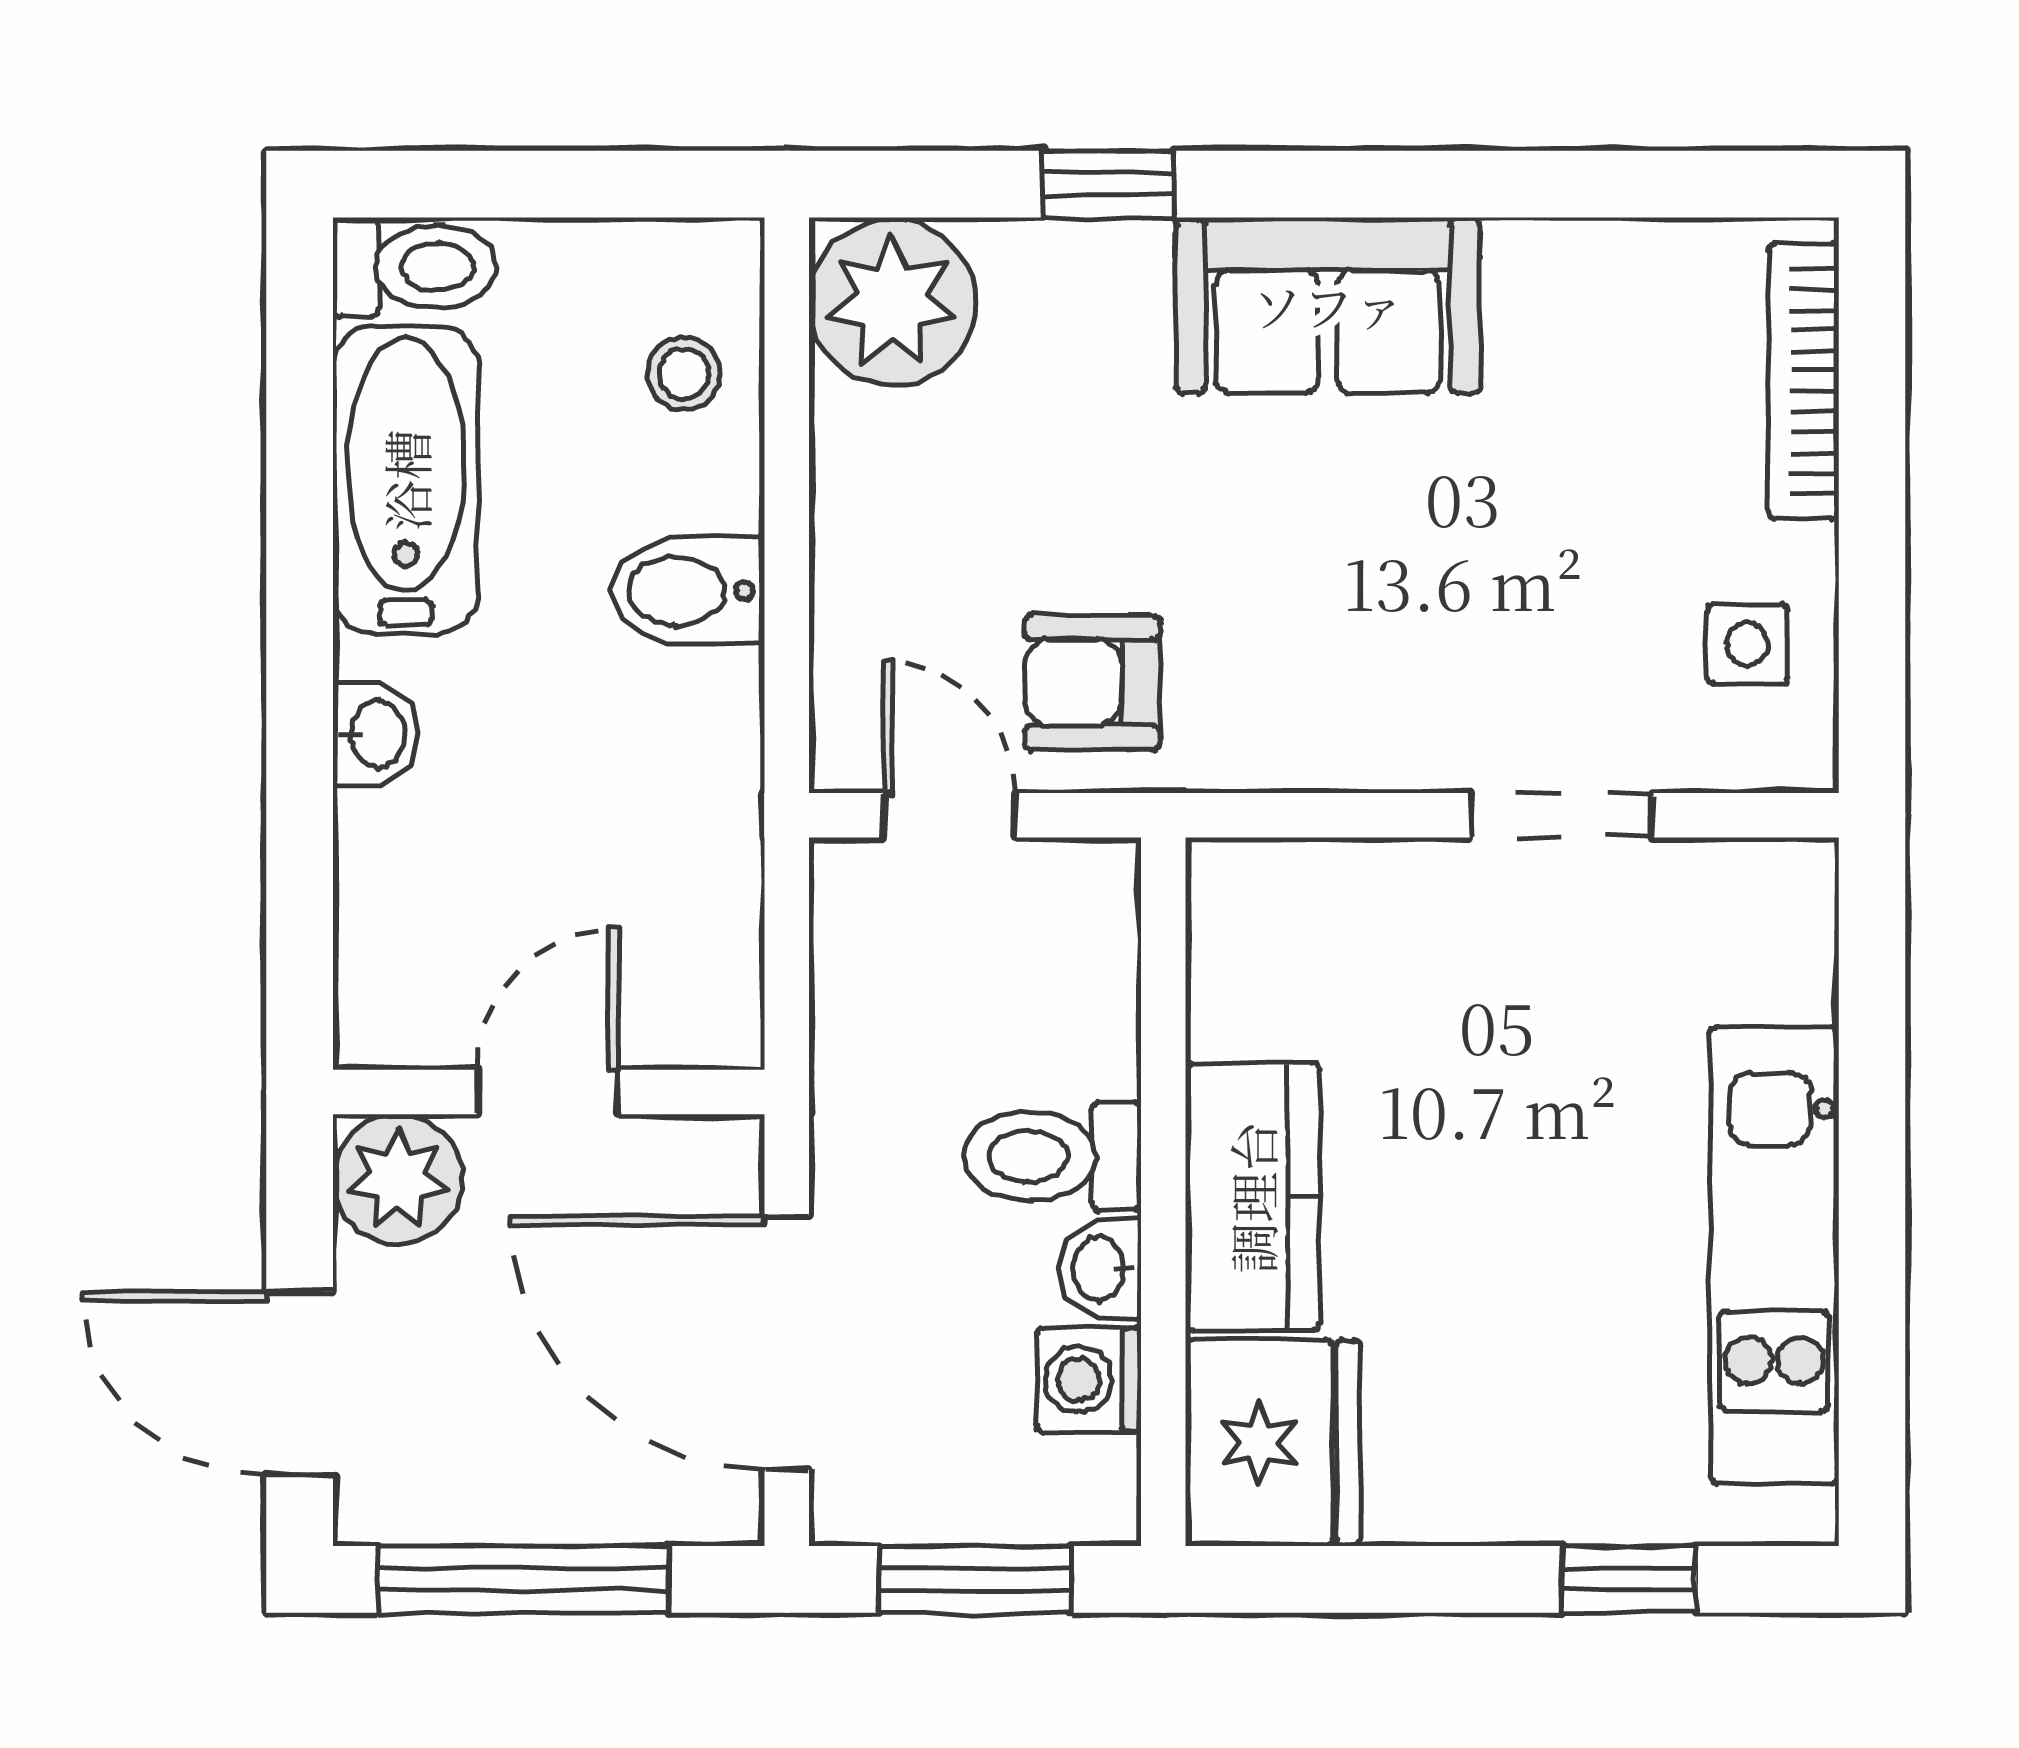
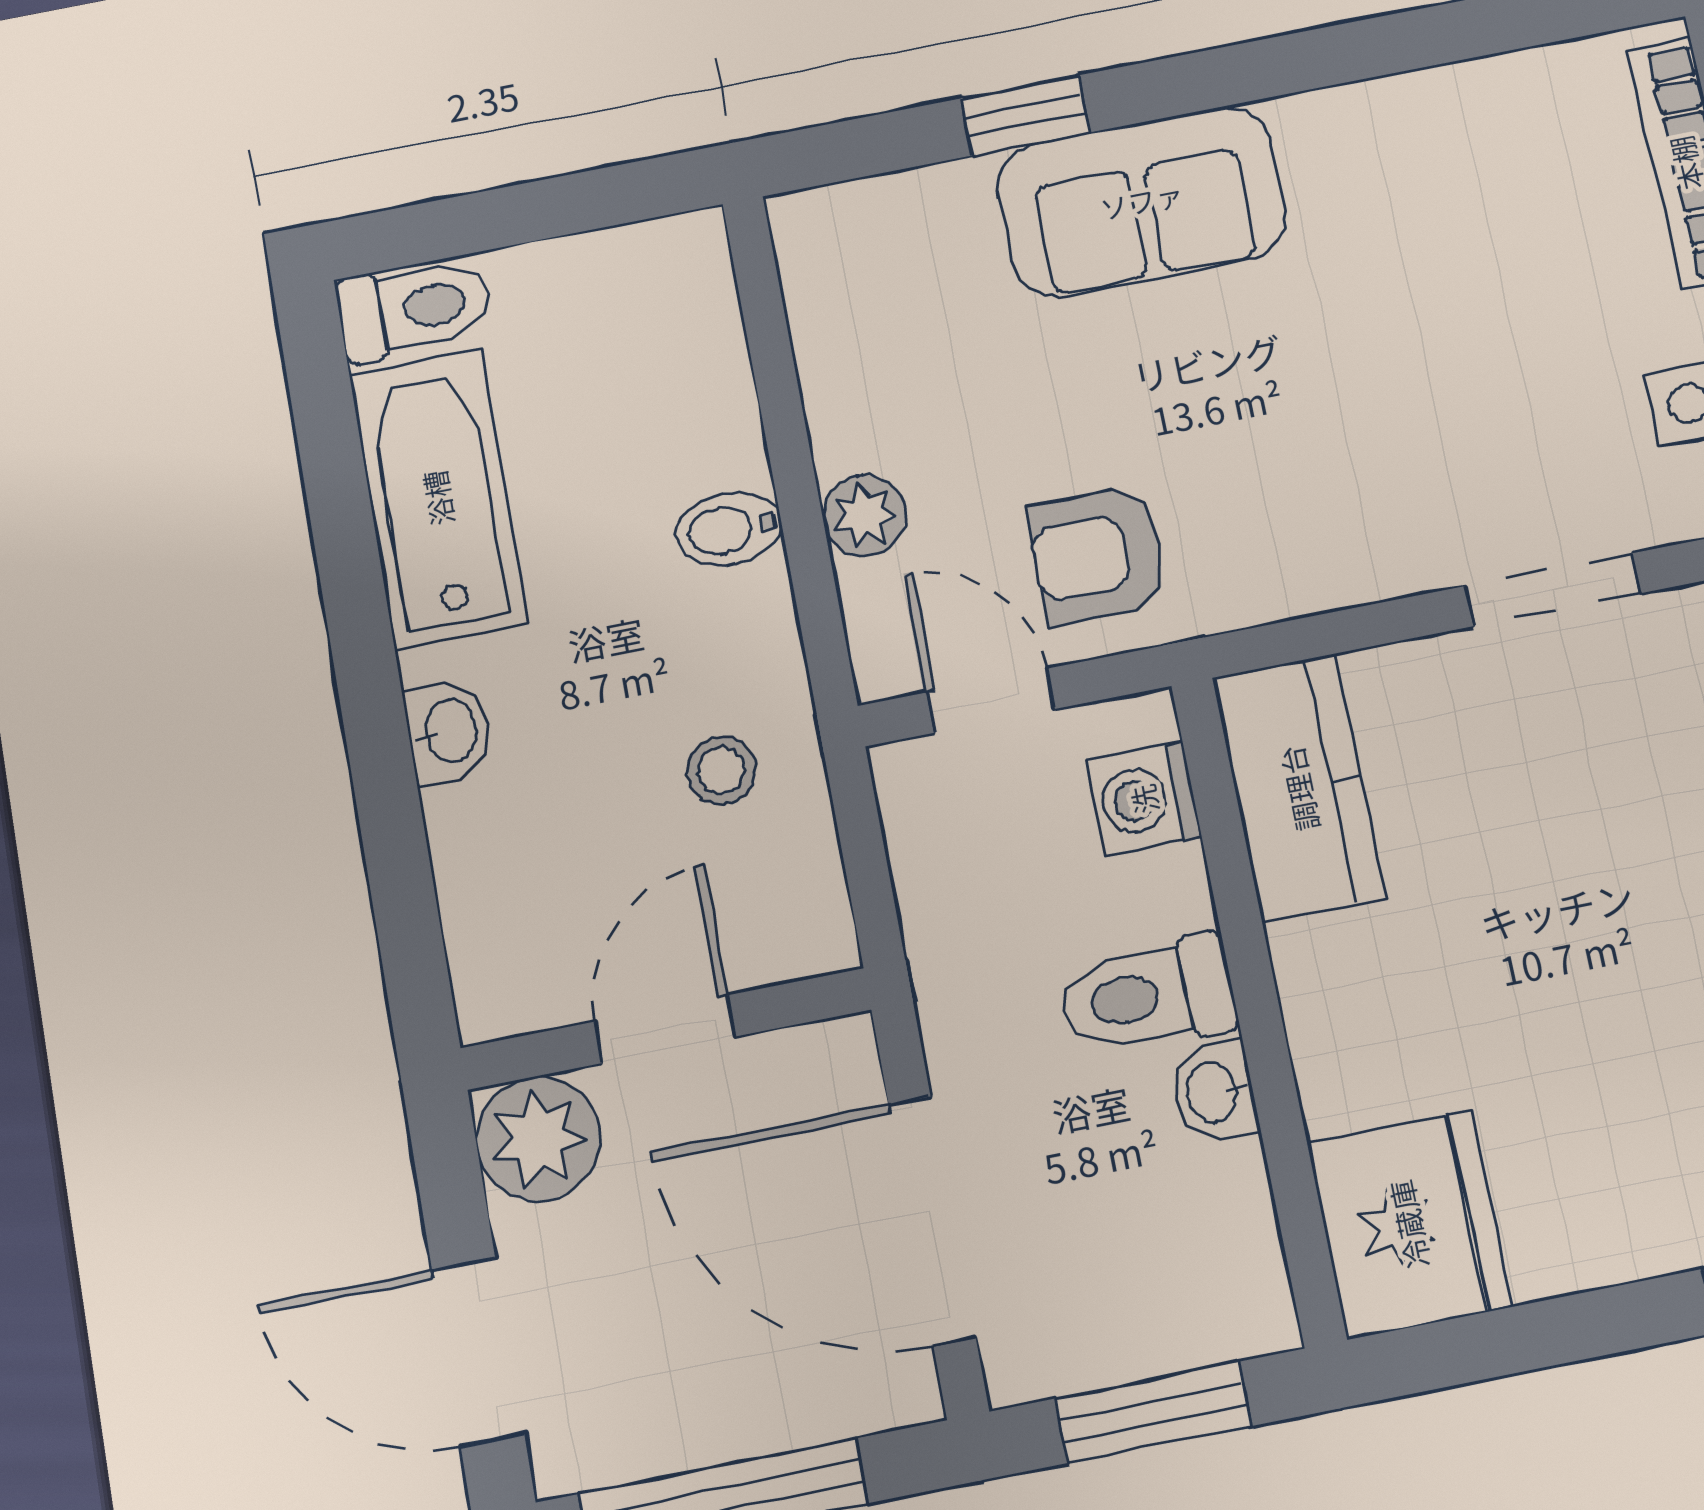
plant: (892, 302) -> (864, 516), moved, width x0.53, depth x0.53
sofa: (1328, 305) -> (1142, 201), moved
stool: (684, 373) -> (722, 770), moved
bidet: (687, 591) -> (729, 529), width x0.72, depth x0.74
kitchen counter: (1252, 1197) -> (1299, 788), moved
washing machine: (1089, 1380) -> (1144, 799), moved

